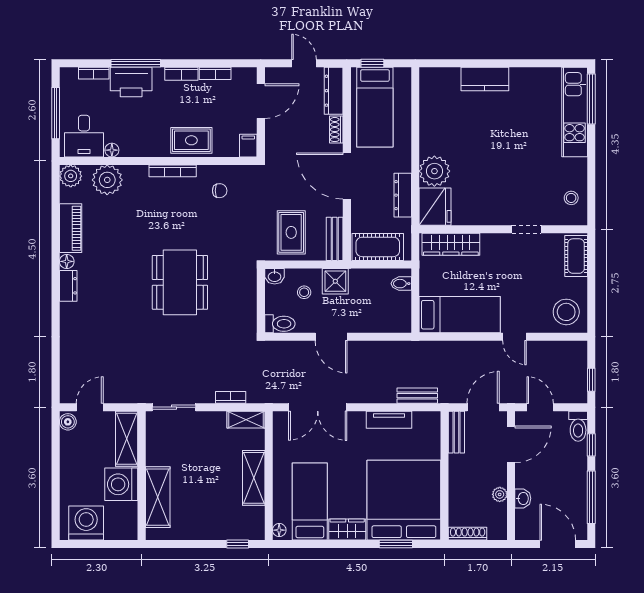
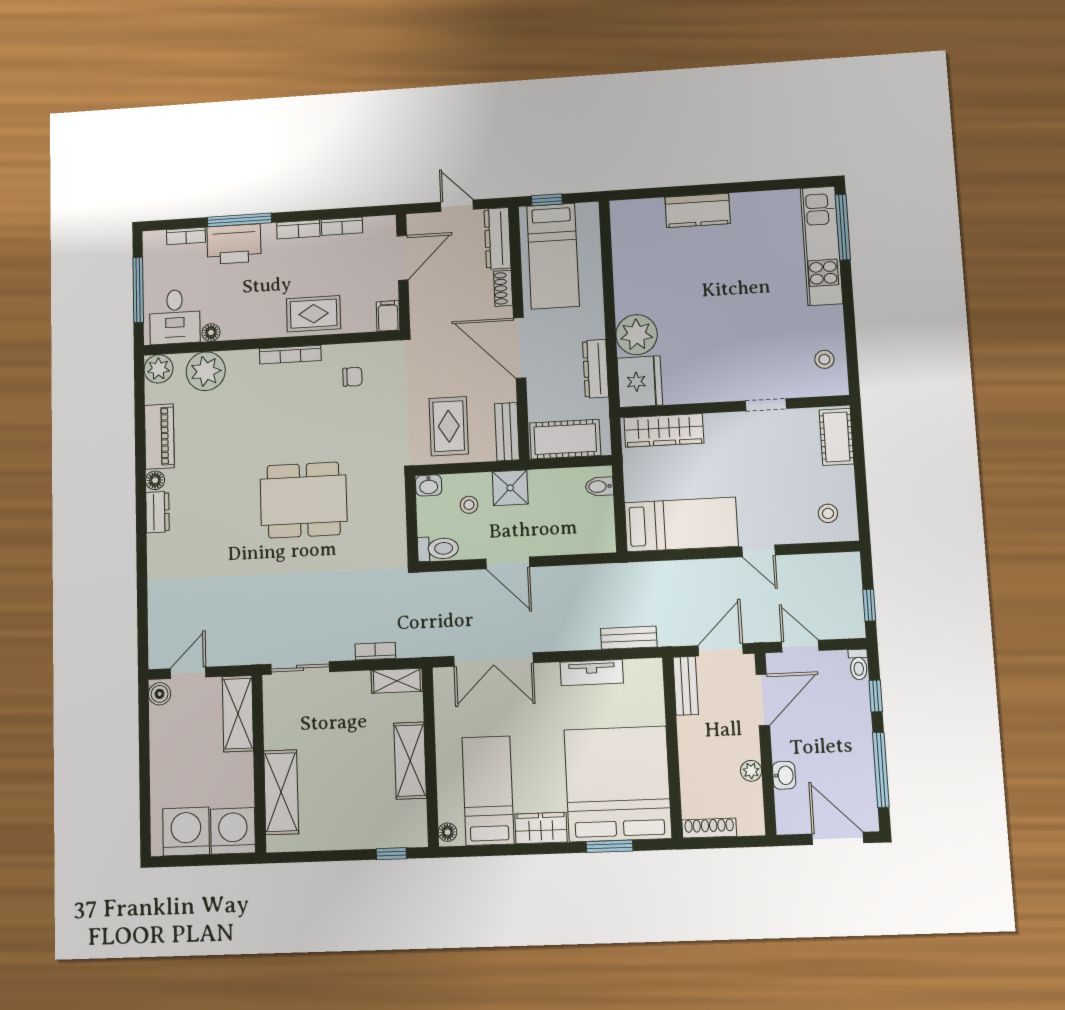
dining table: (180, 282) -> (304, 500), turned 90
stool: (566, 312) -> (828, 513), width x0.53, depth x0.53
toilet: (578, 426) -> (858, 664), width x0.73, depth x0.72
washing machine: (121, 484) -> (233, 831), moved, turned 90

